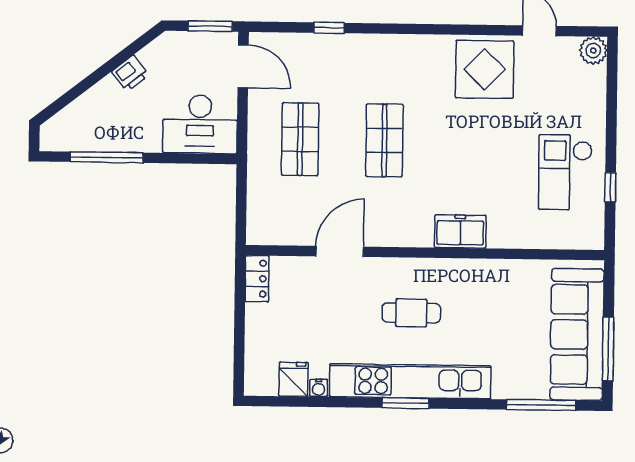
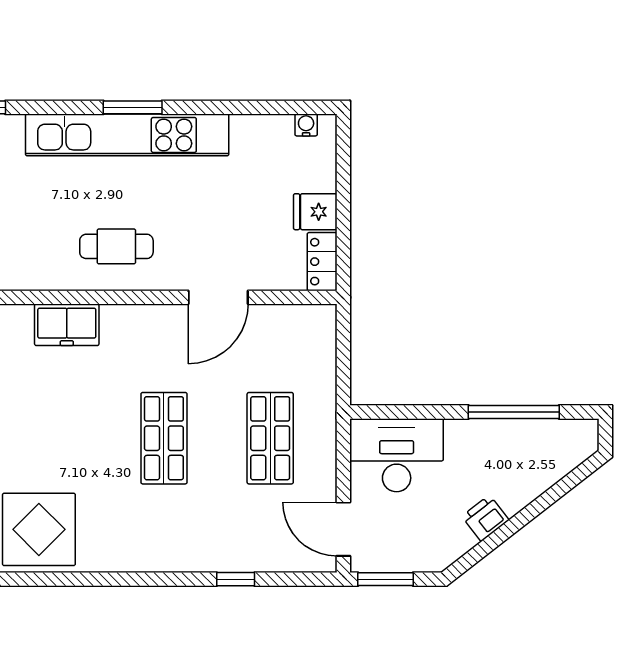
cafe table: (411, 313) -> (116, 246), moved
fridge: (293, 379) -> (315, 212), moved, turned 90
water cooler: (319, 388) -> (306, 125), moved

